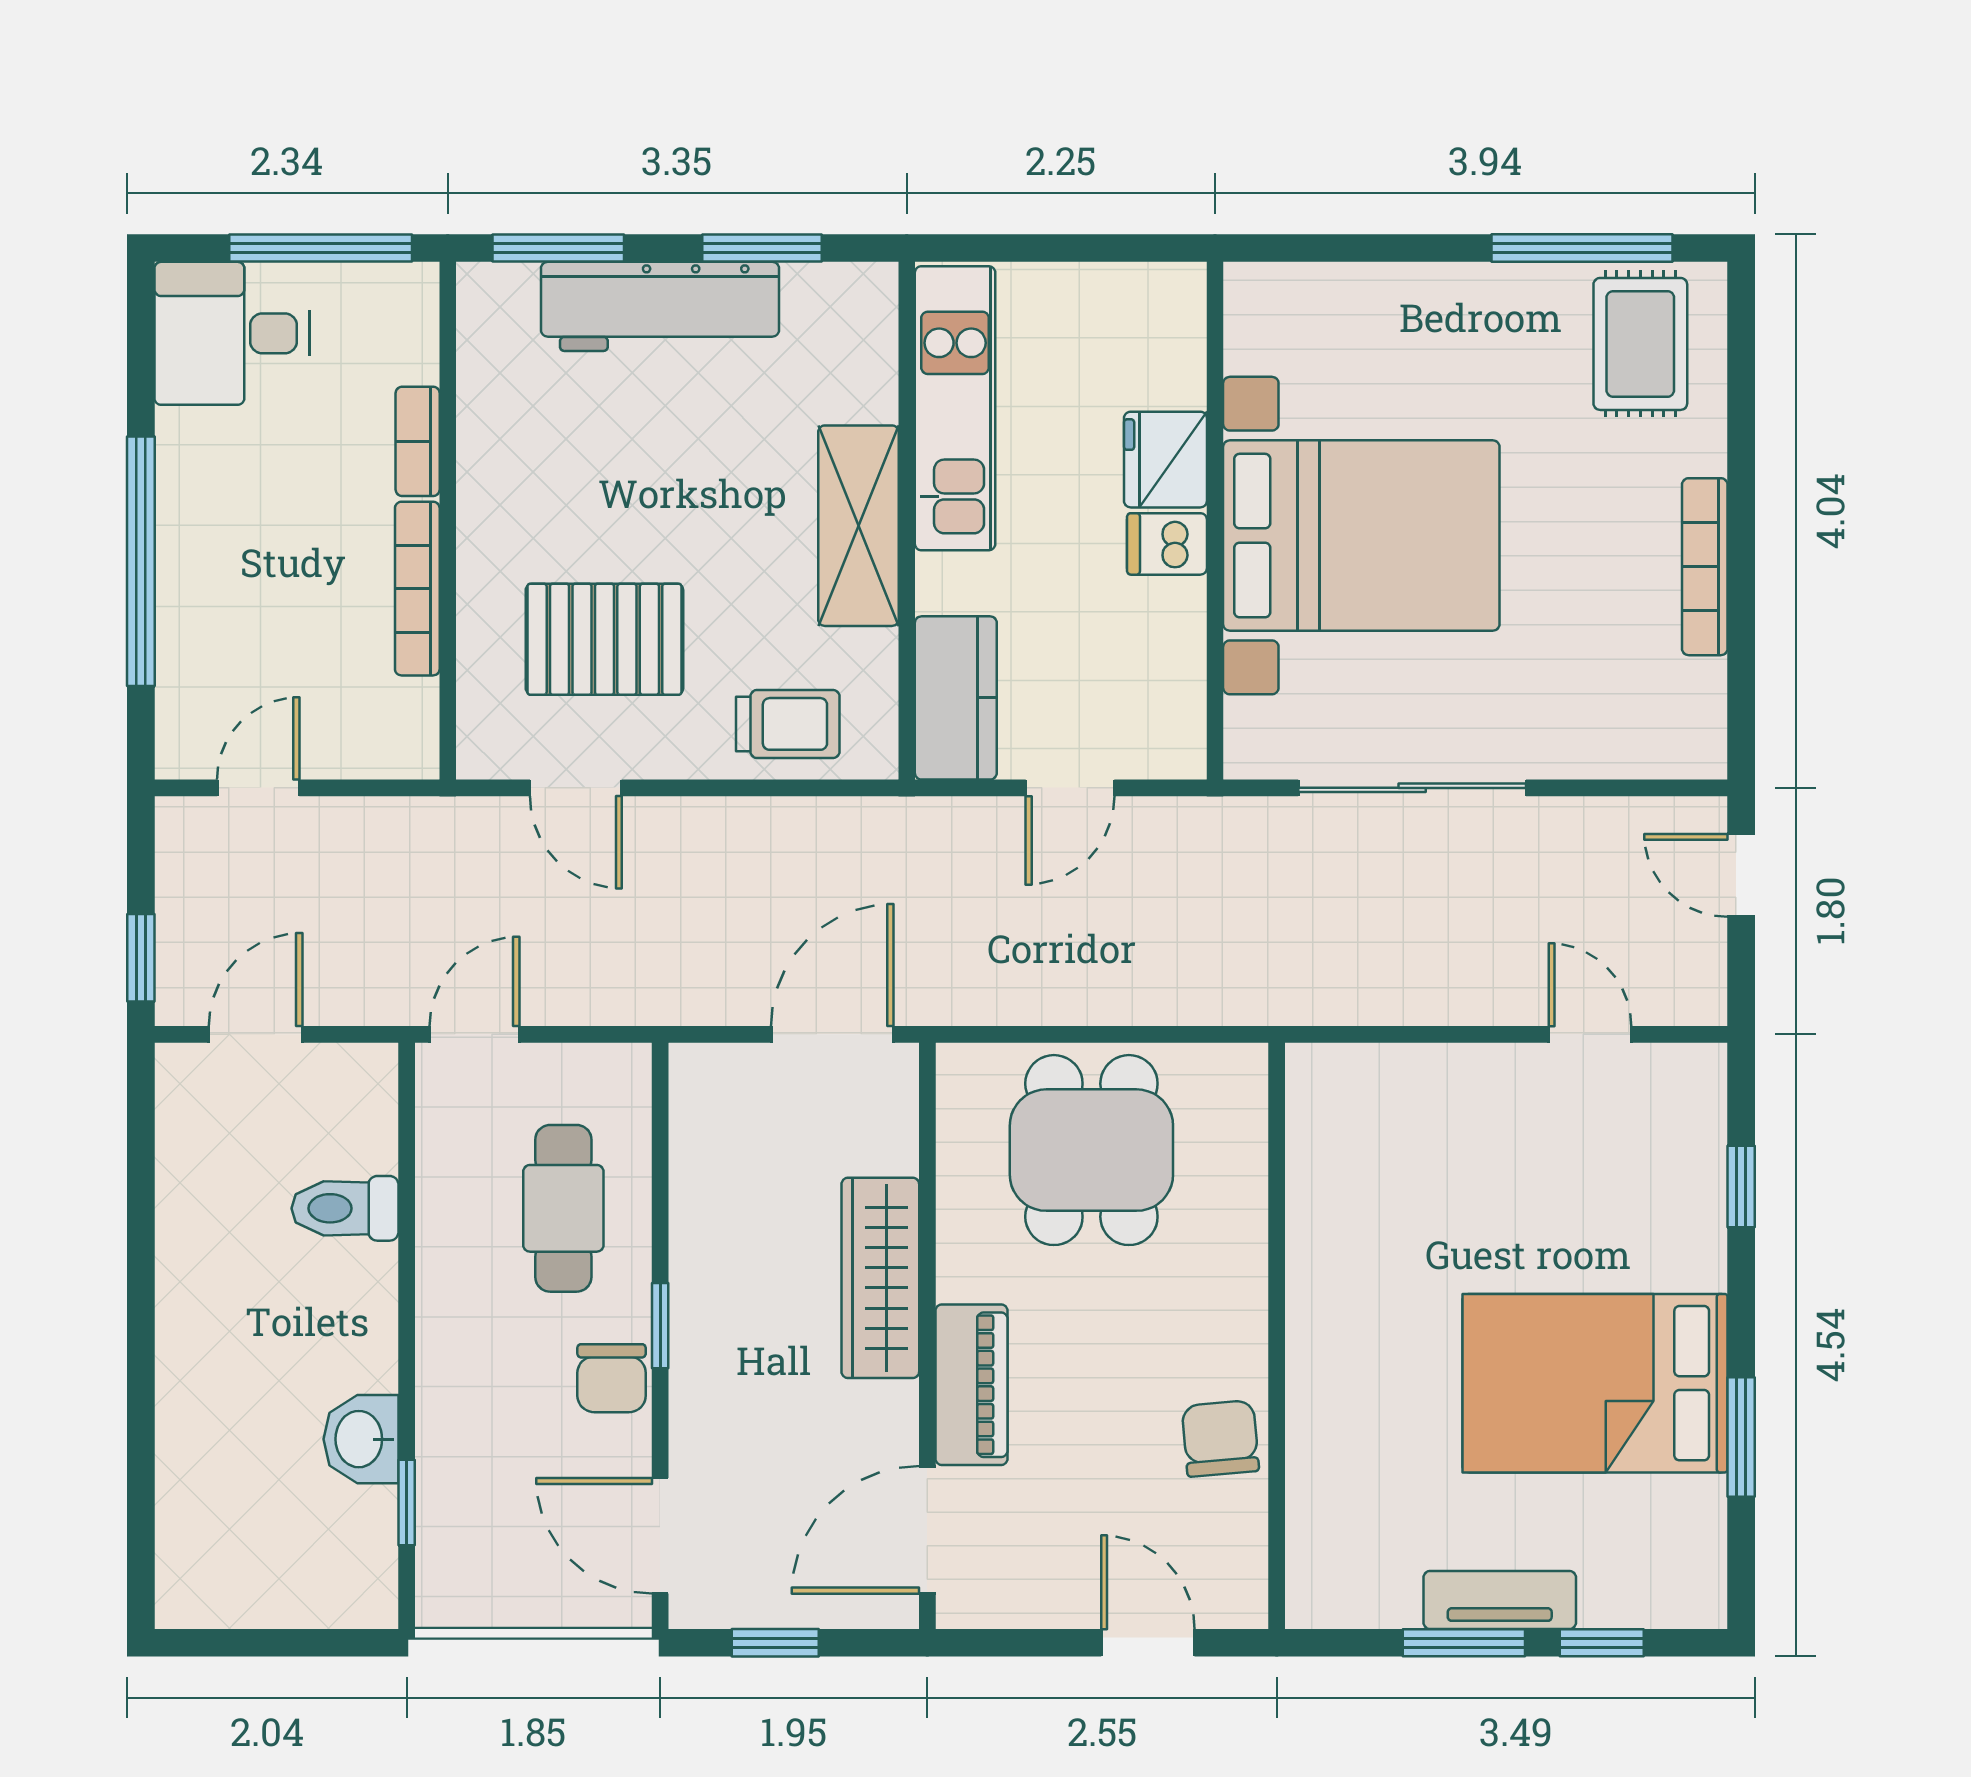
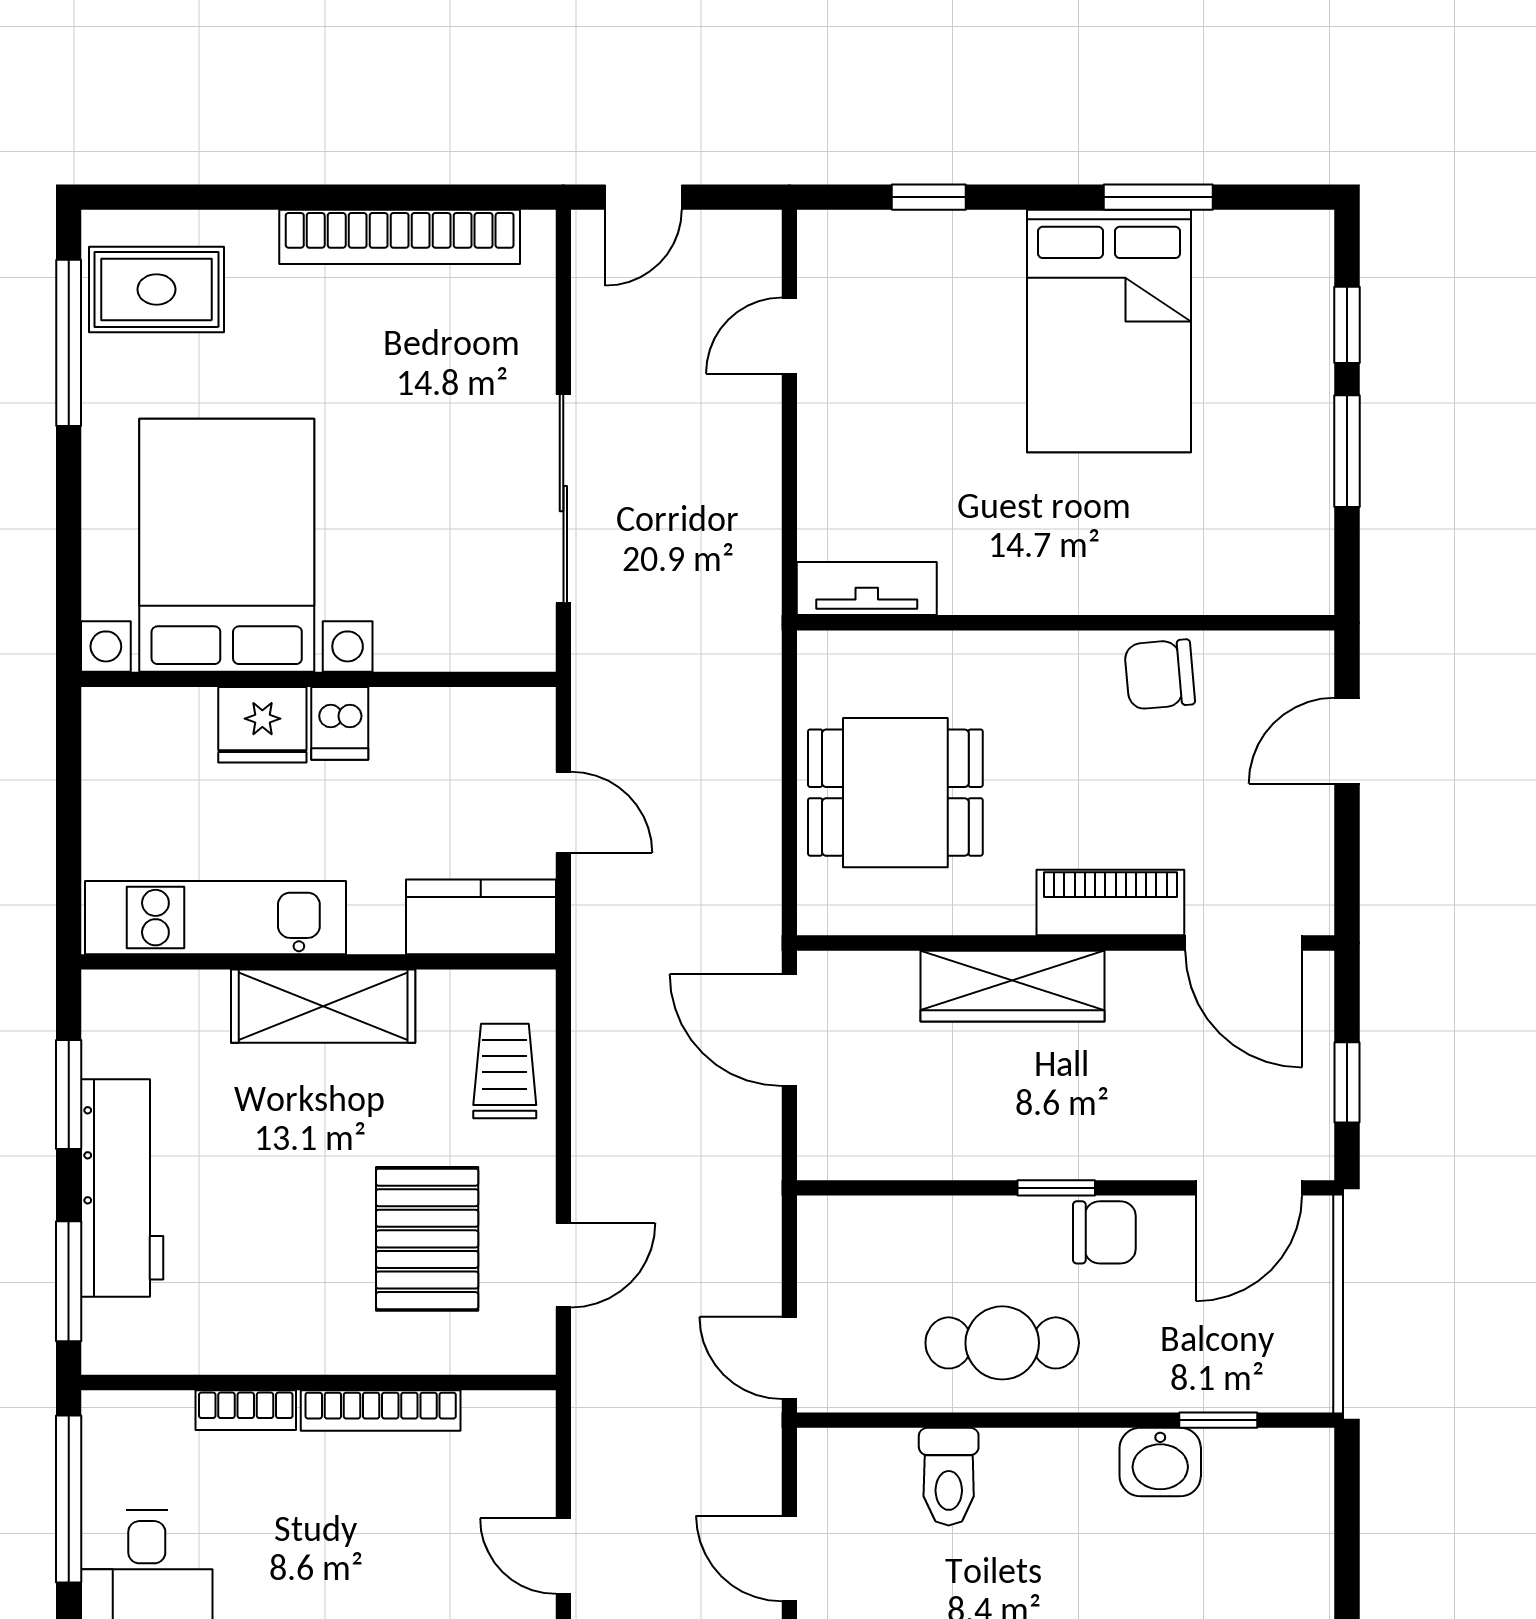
bed with nightstands: (1361, 536) -> (227, 545), moved
bookcase: (1705, 567) -> (400, 237), width x1.48, depth x1.31
cafe table: (563, 1208) -> (1002, 1343), moved
tv unit: (1500, 1600) -> (867, 589), moved, turned 90

